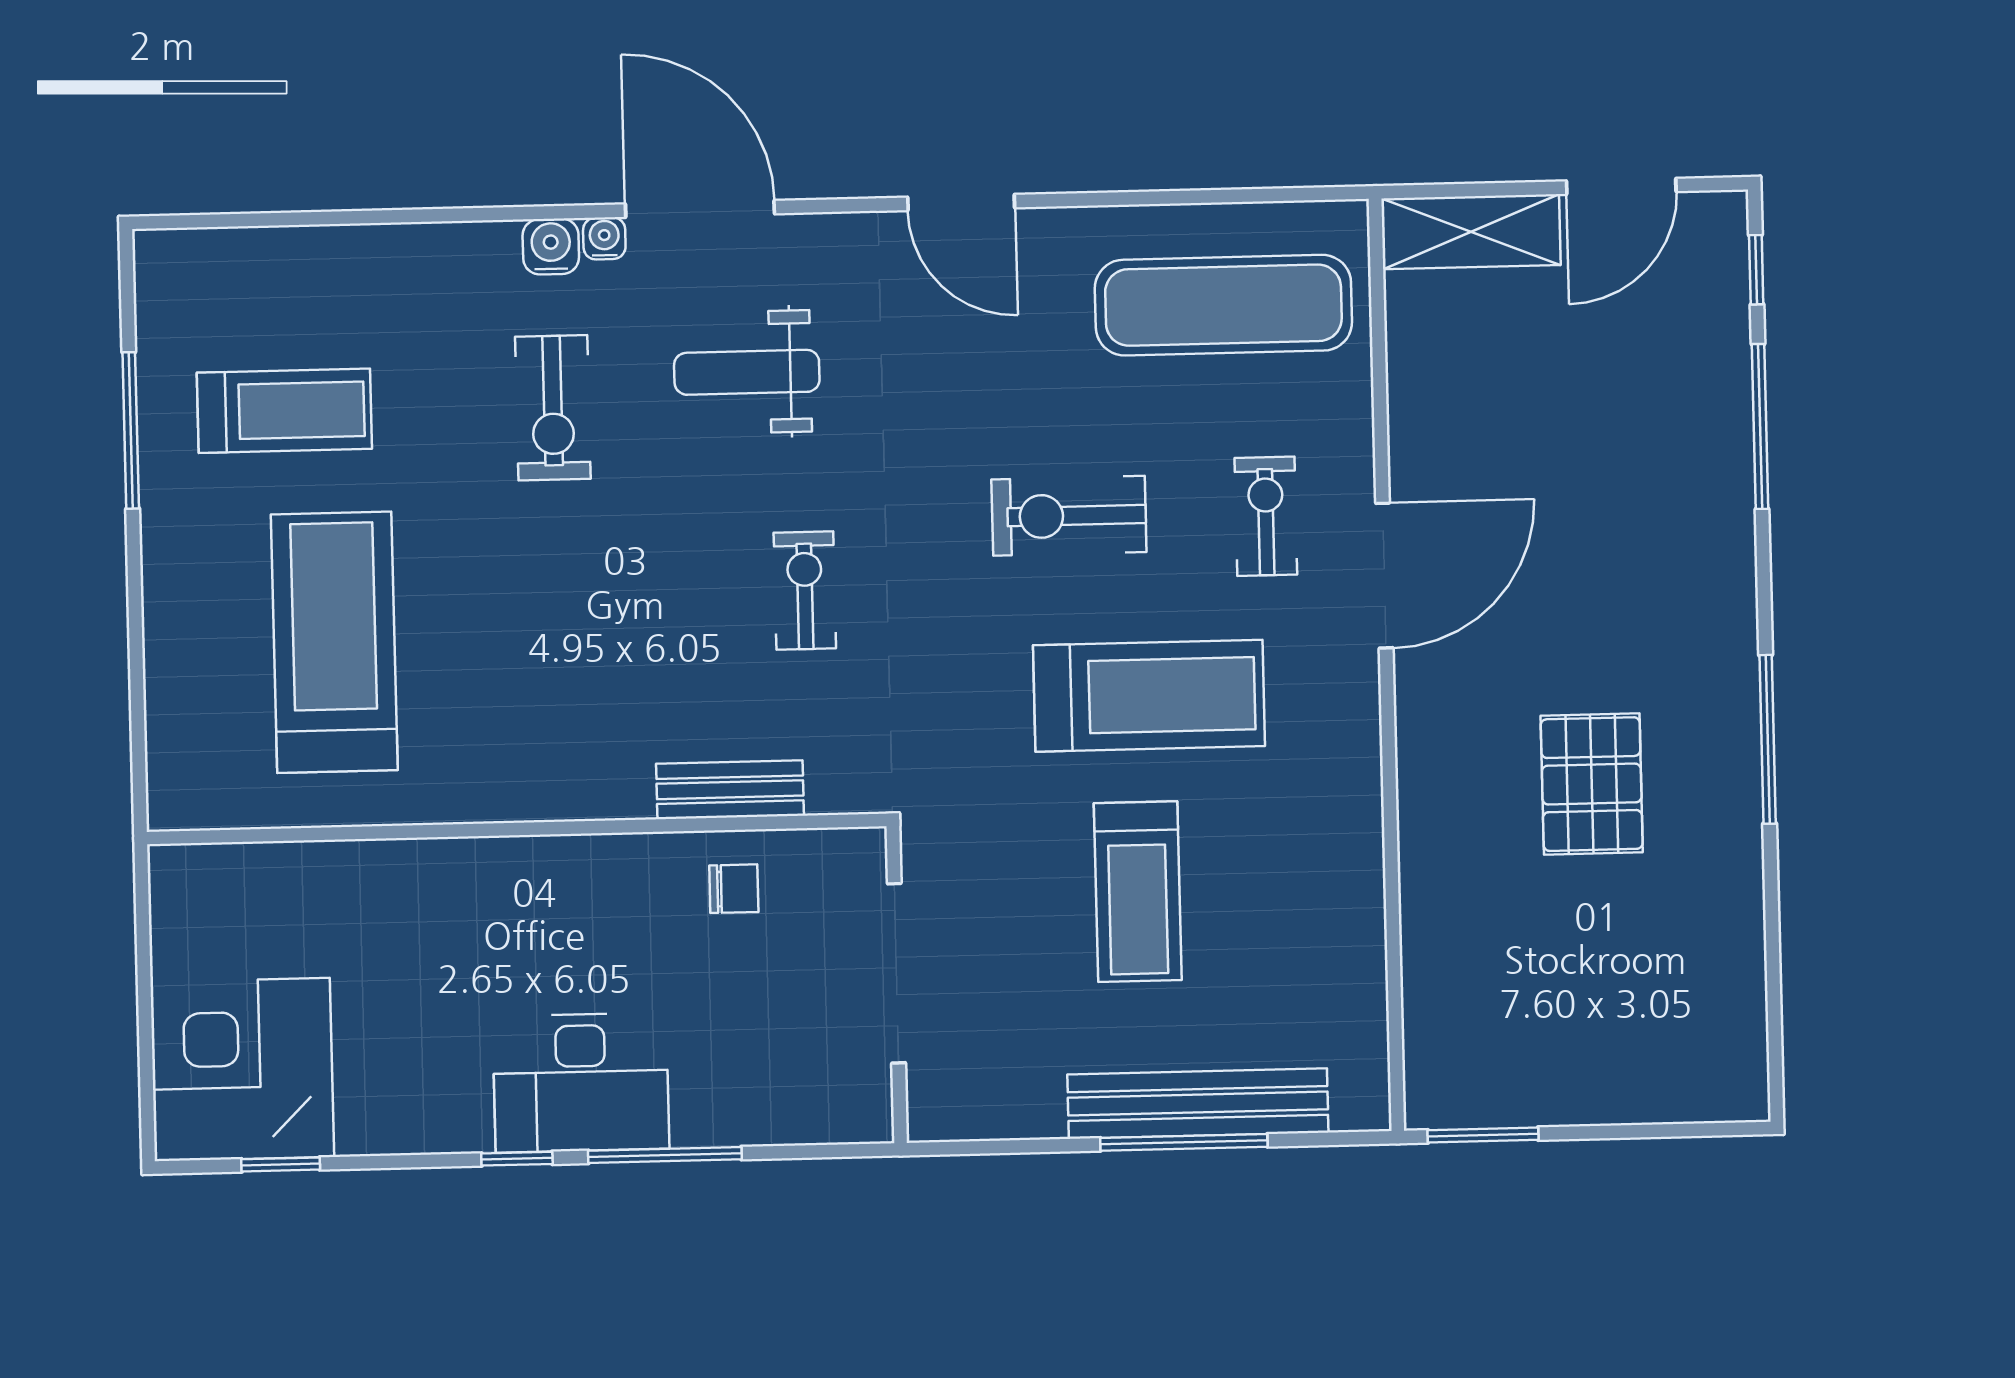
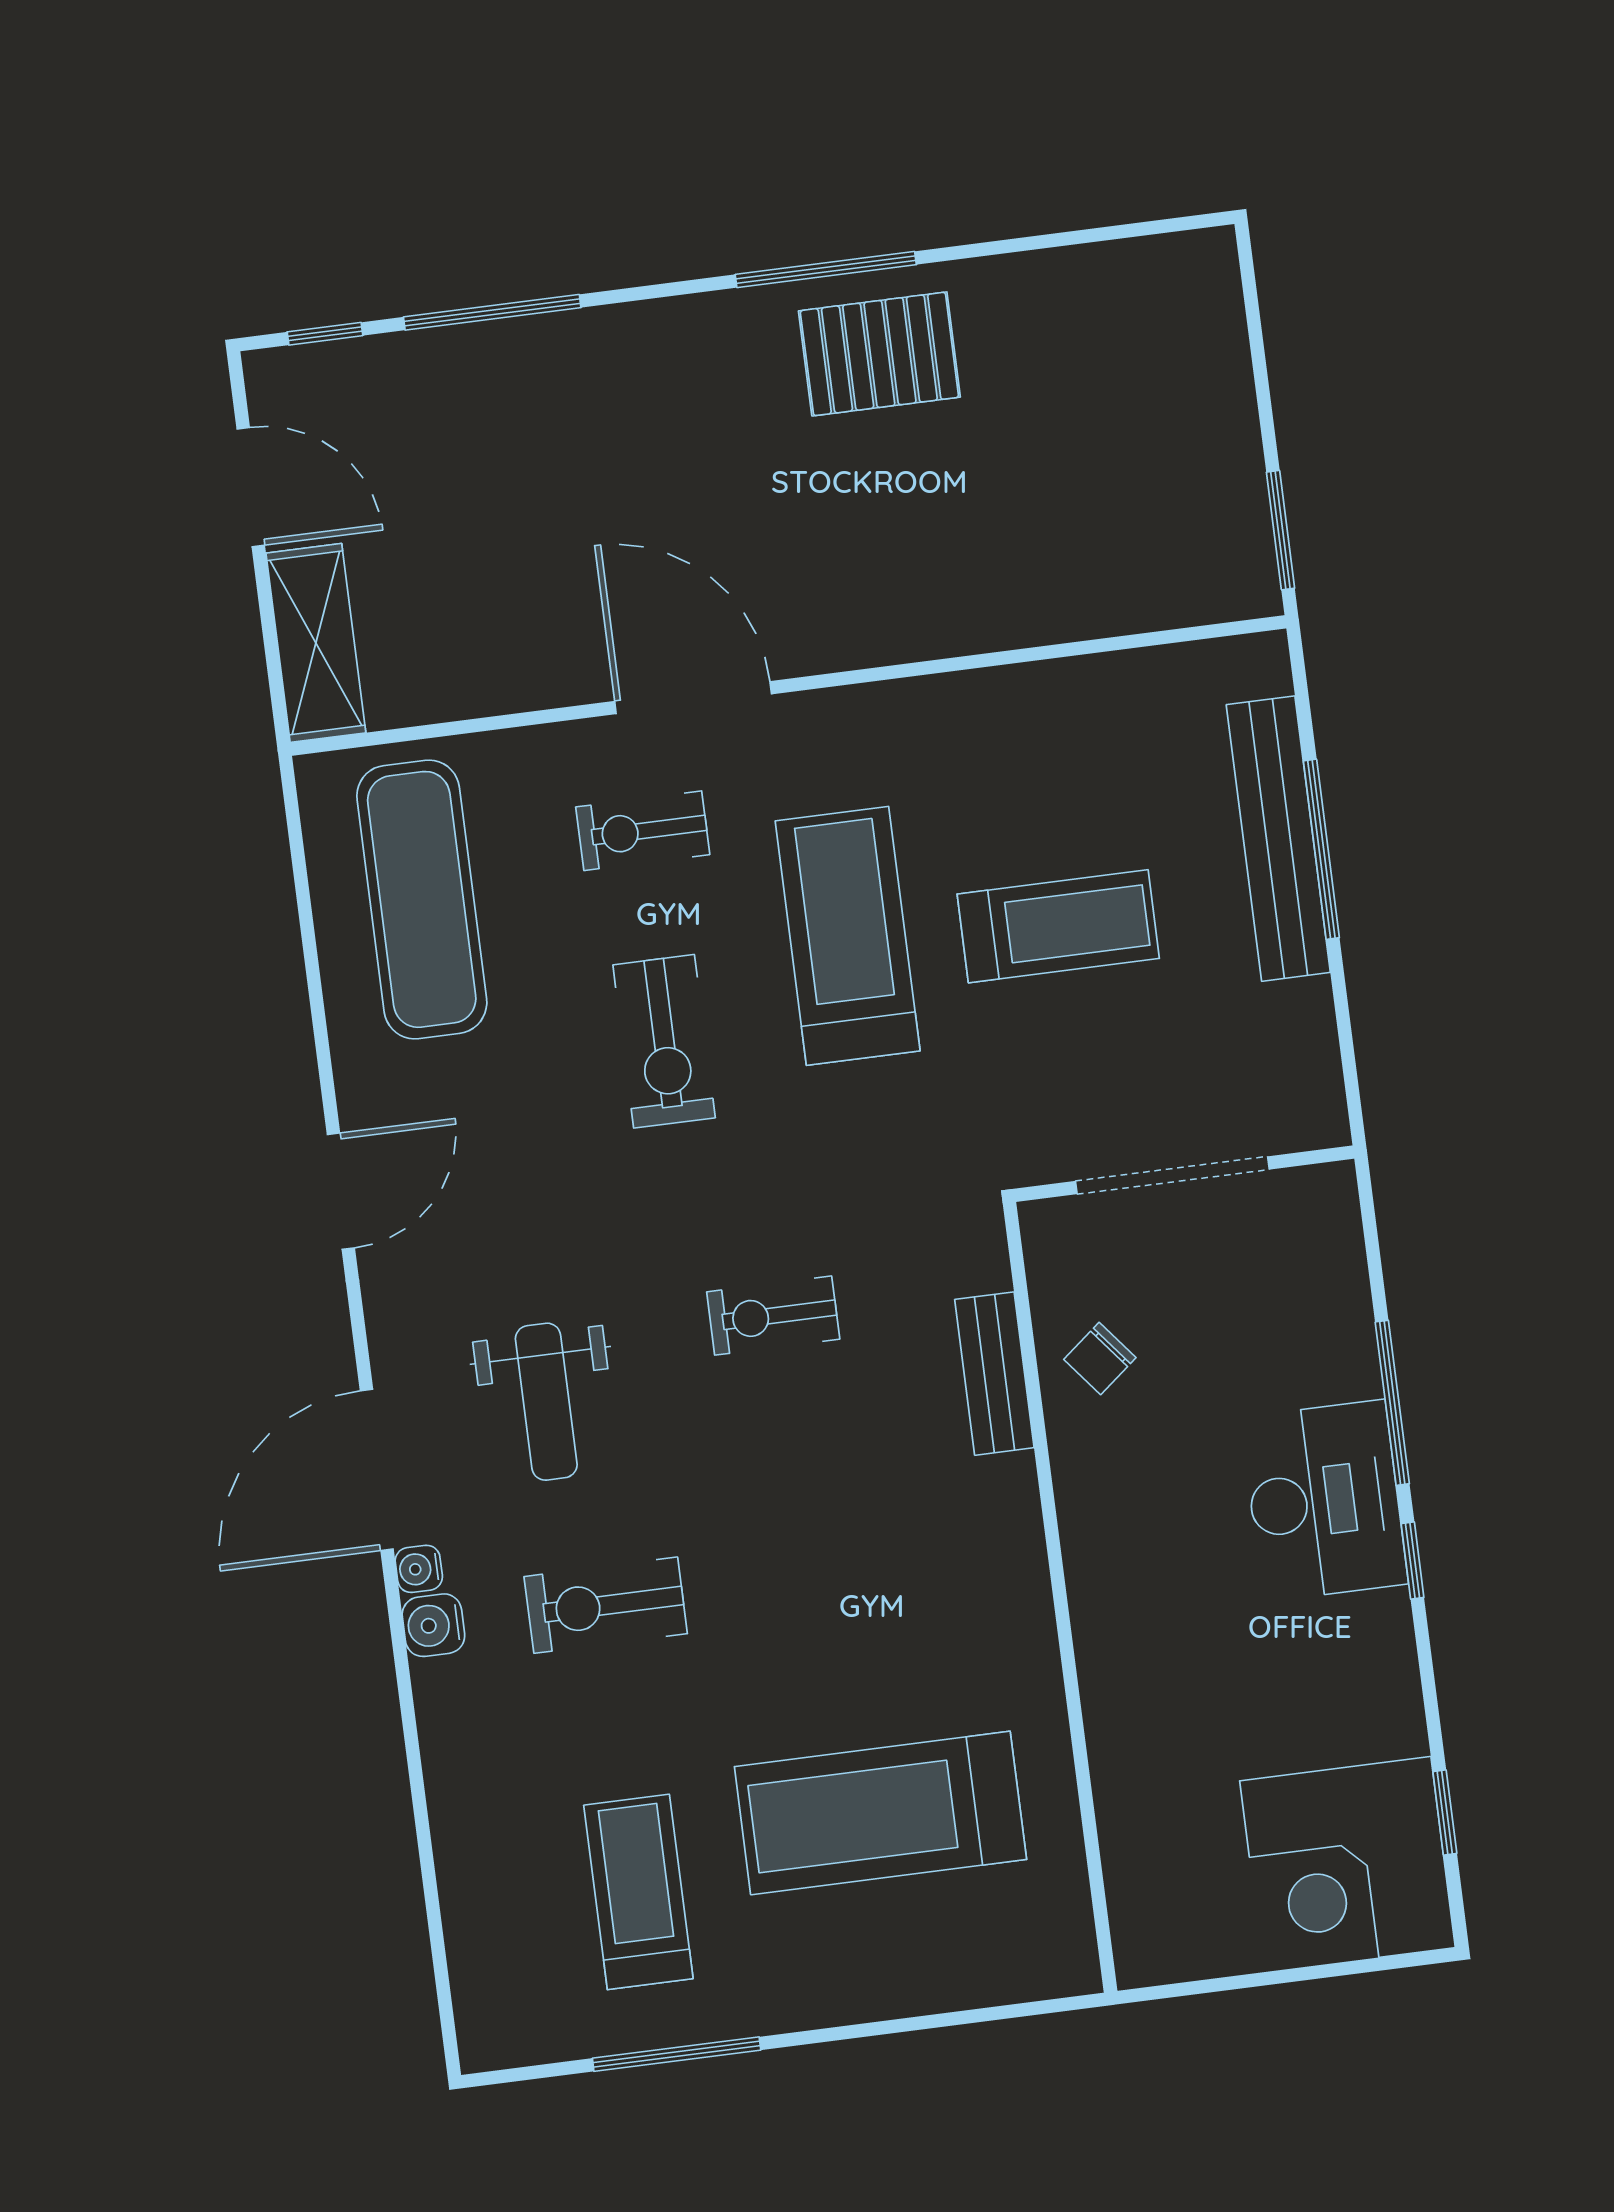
exercise bike: (553, 408) -> (606, 1605), turned 180
pallet: (1592, 784) -> (879, 354), moved
chair: (734, 889) -> (1100, 1359), turned -129

